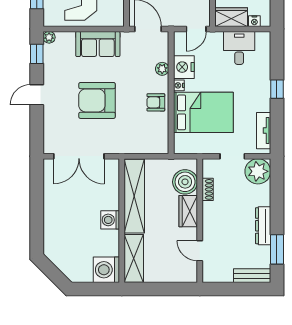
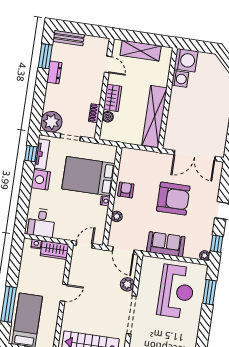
desk: (239, 48) -> (41, 223), moved
nightstand: (184, 67) -> (41, 180), moved, turned 180
window: (277, 89) -> (31, 154), moved
armchair: (156, 102) -> (126, 190), turned -90
double door: (79, 156) -> (195, 156), swing flipped
boiler: (185, 182) -> (108, 117), width x0.54, depth x0.54
washing machine: (110, 220) -> (180, 79), moved
dresser: (263, 226) -> (54, 72), width x0.70
shelving: (134, 258) -> (141, 51), moved, turned 90

